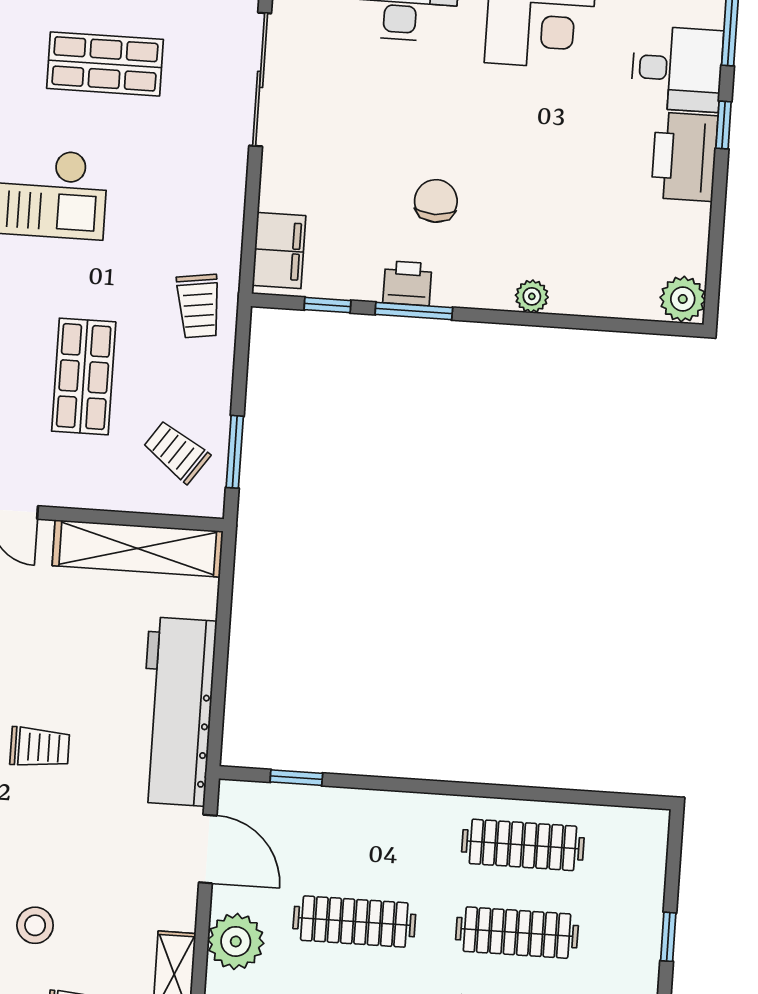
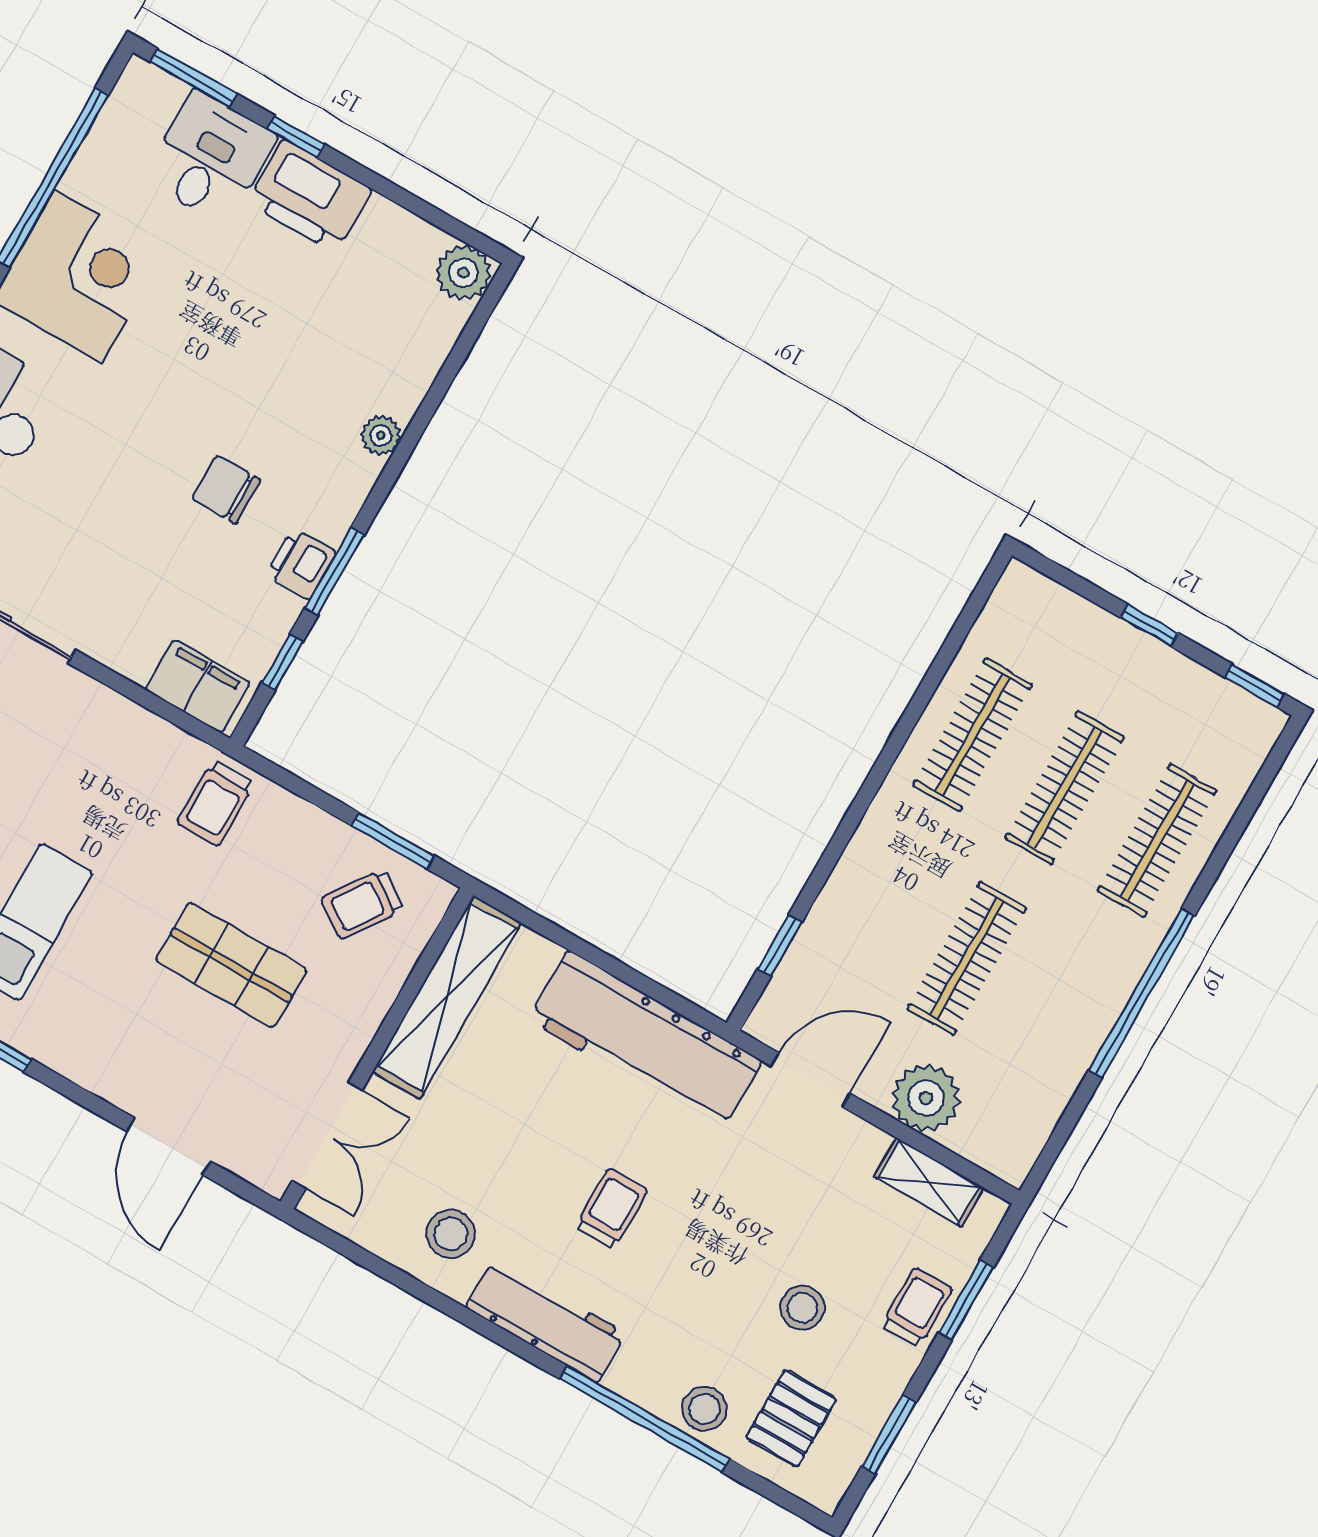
trolley: (198, 306) -> (215, 803), turned 98

